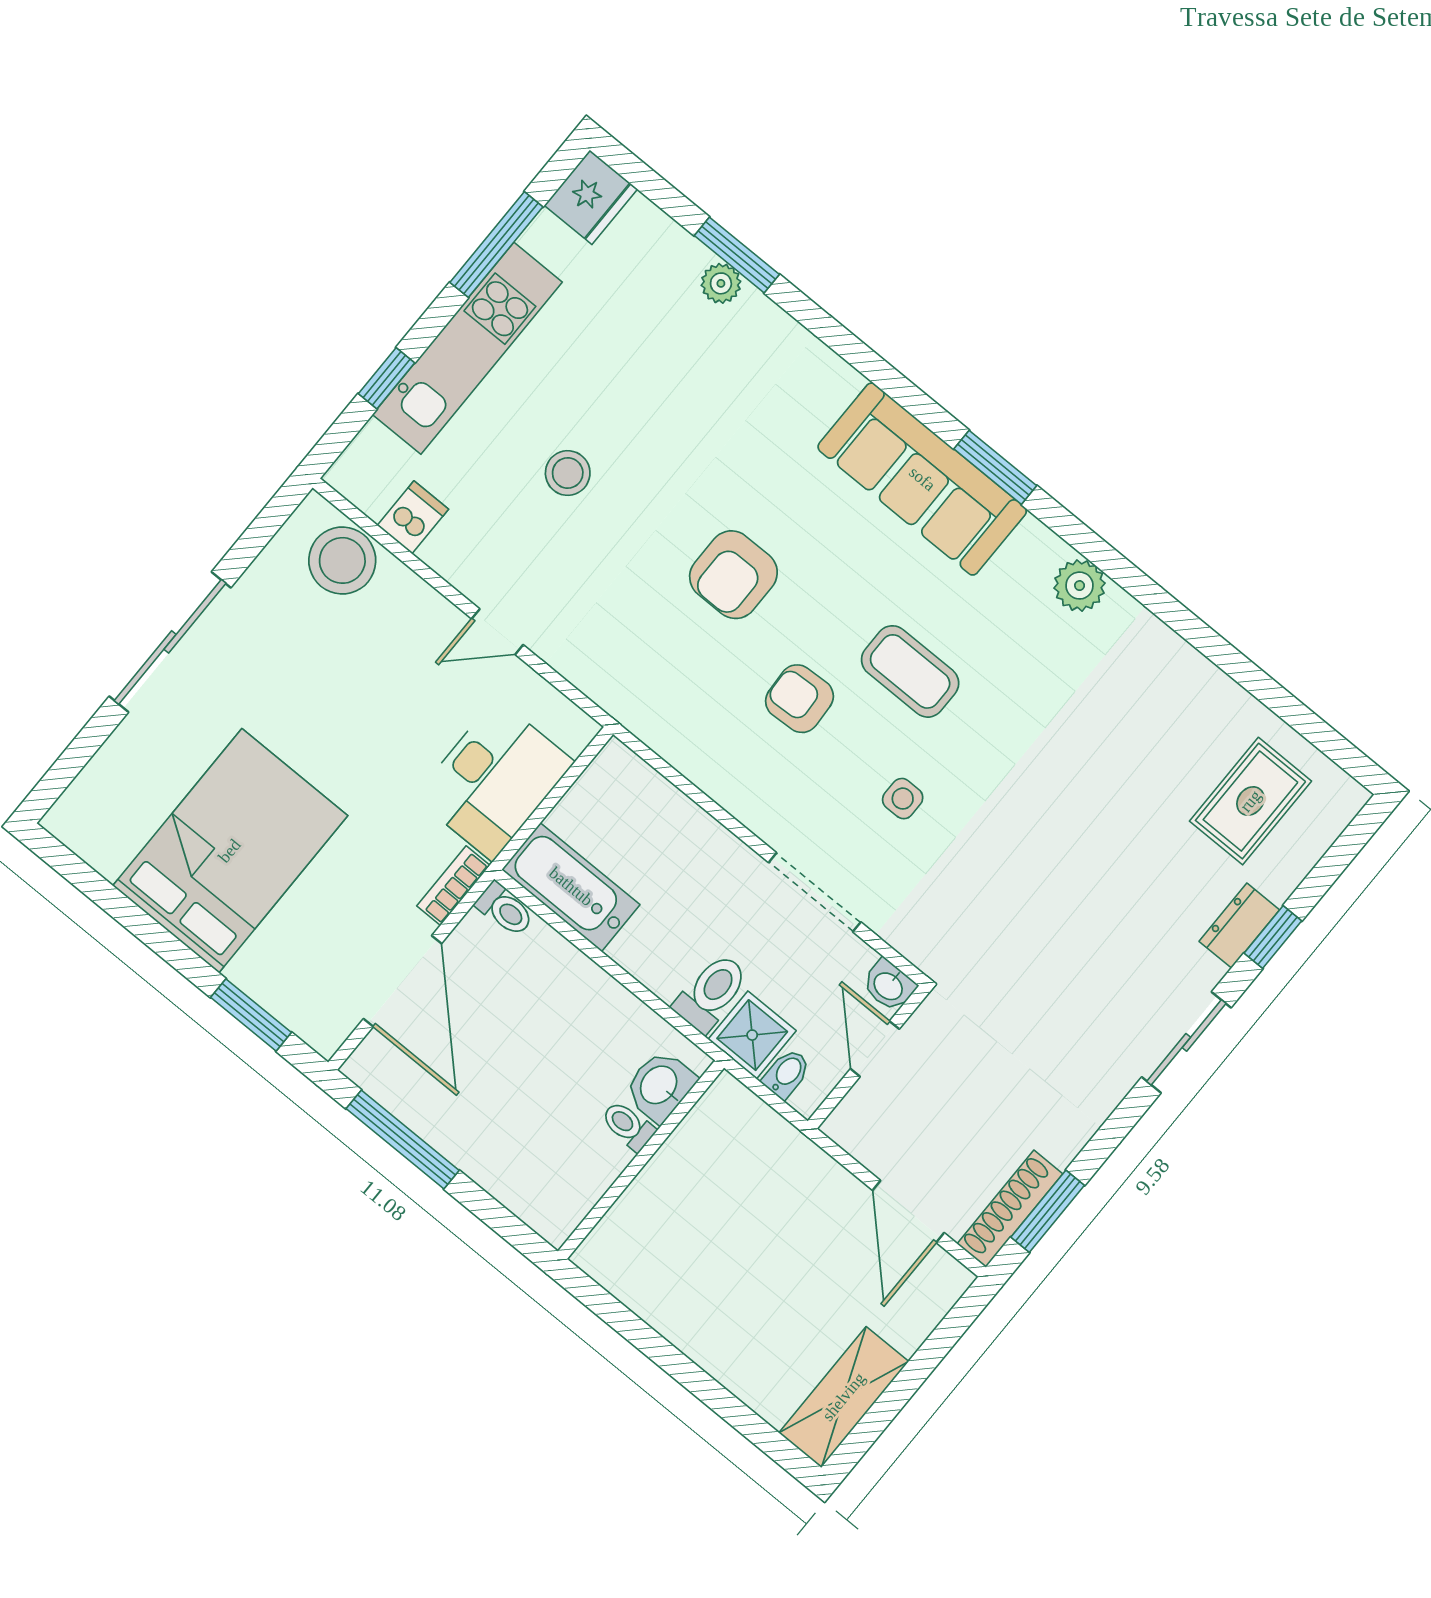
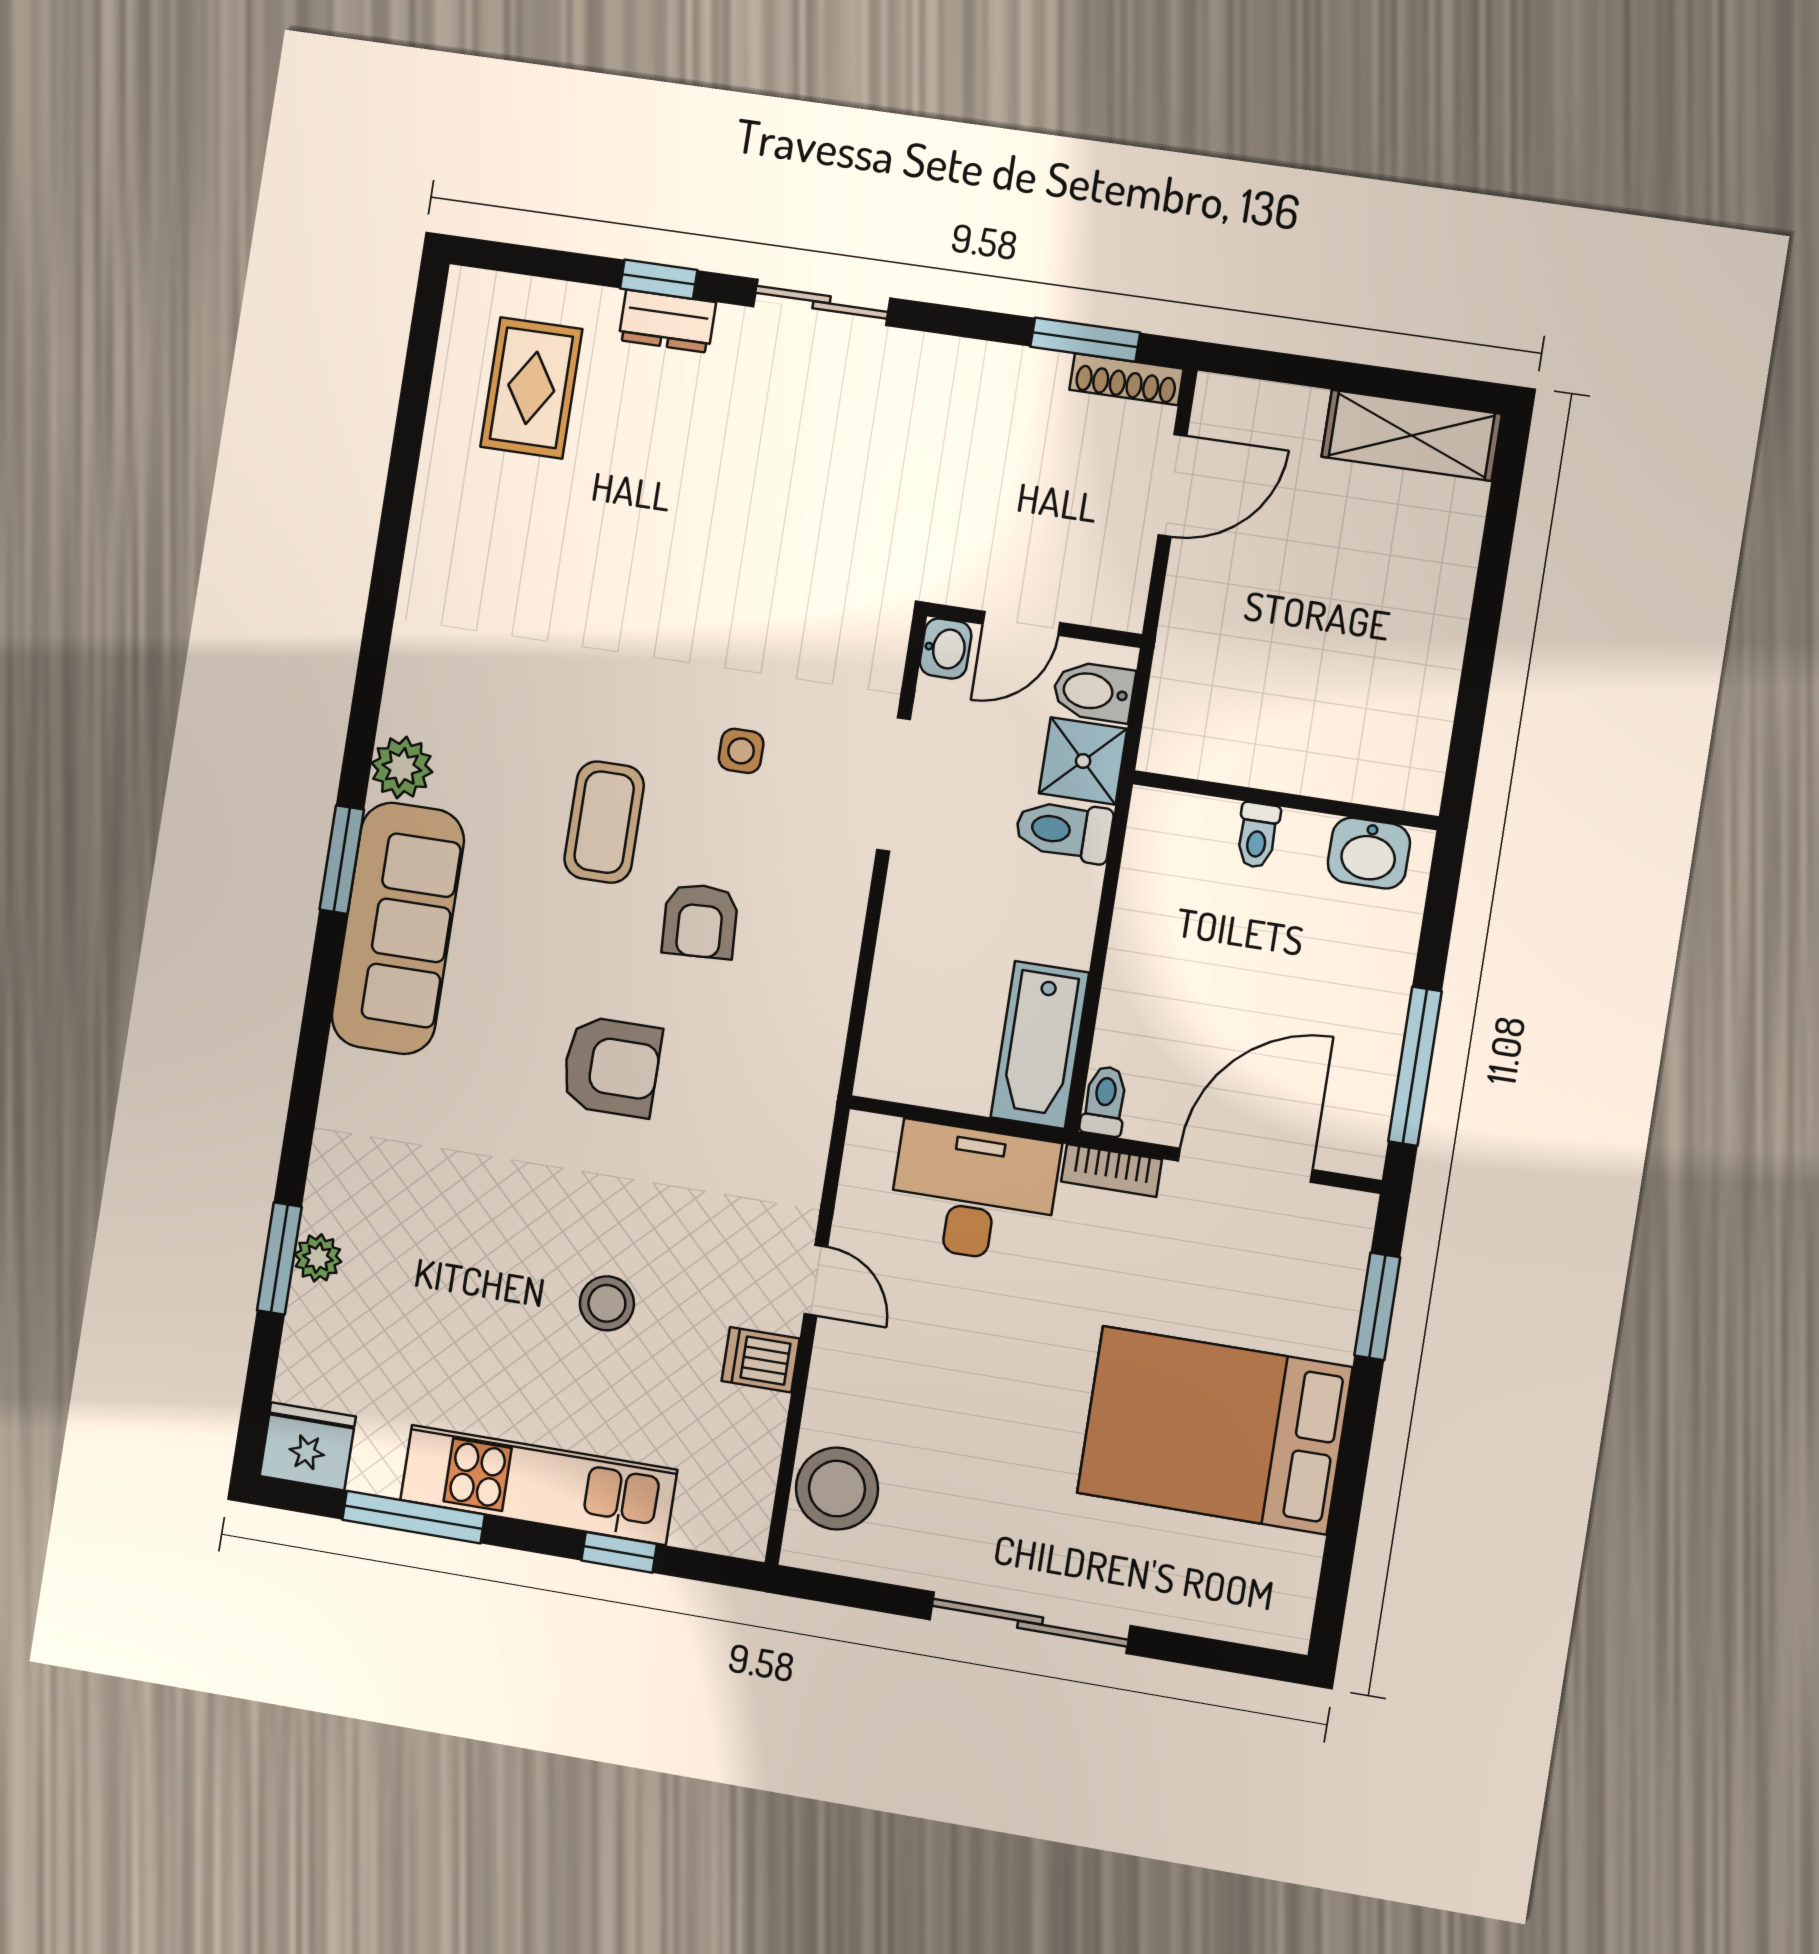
dishwasher: (413, 517) -> (761, 1360), moved
plant: (1080, 586) -> (402, 768), moved
rug: (1251, 801) -> (531, 388), turned 90
bidet: (787, 1074) -> (1093, 692), width x1.38, depth x1.36
washbasin: (660, 1086) -> (1369, 853), moved
shoe rack: (1010, 1209) -> (1126, 379), width x0.74, depth x0.81

